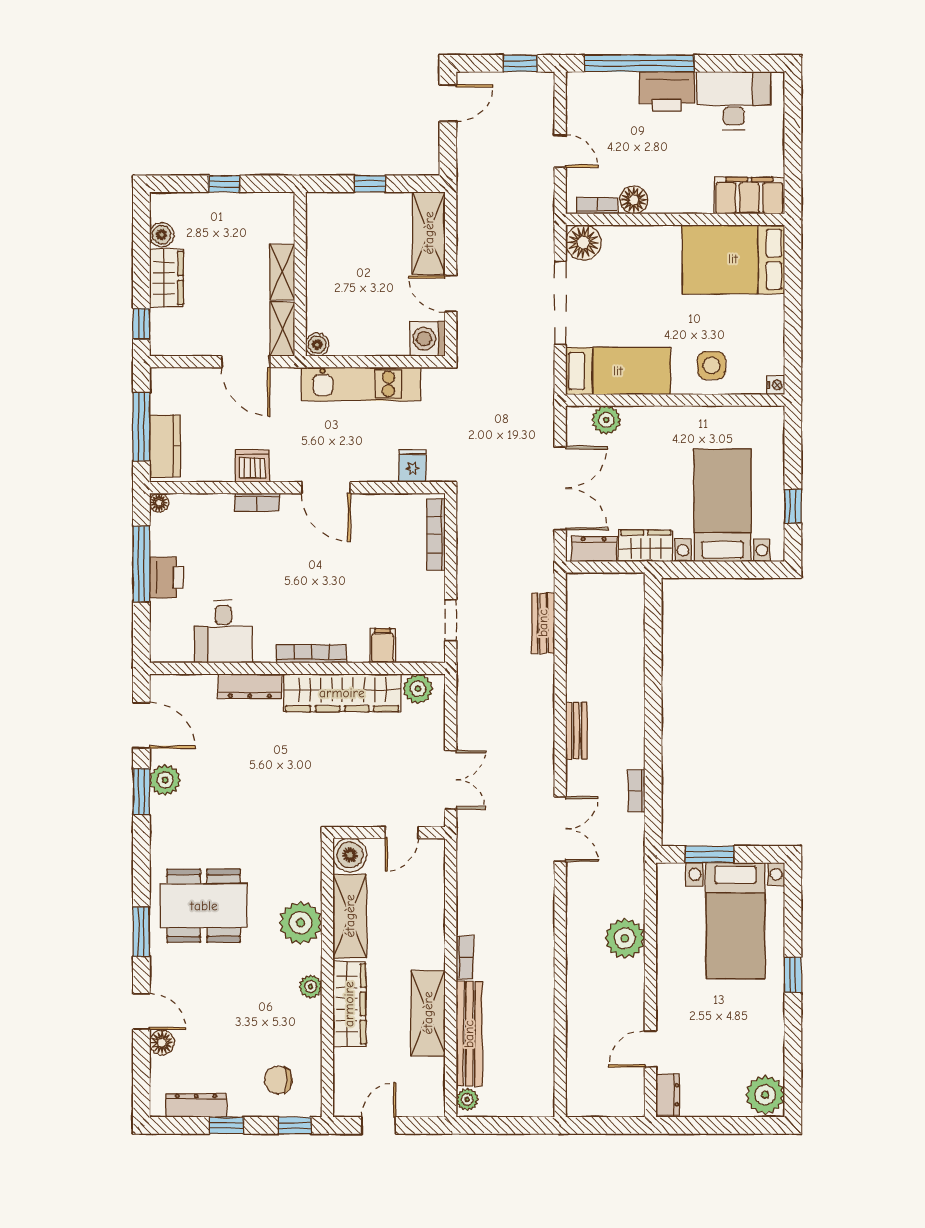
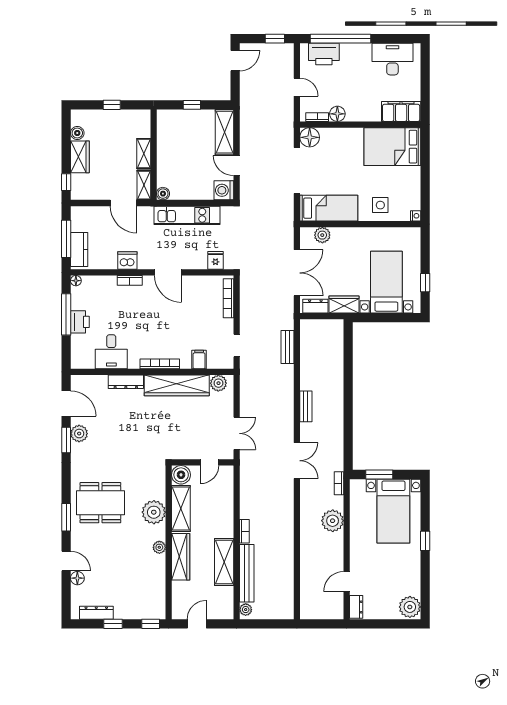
printer: (667, 91) -> (324, 54), moved
bookcase: (637, 791) -> (339, 483), moved
chair: (278, 1080) -> (142, 599), removed

